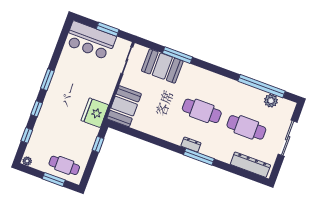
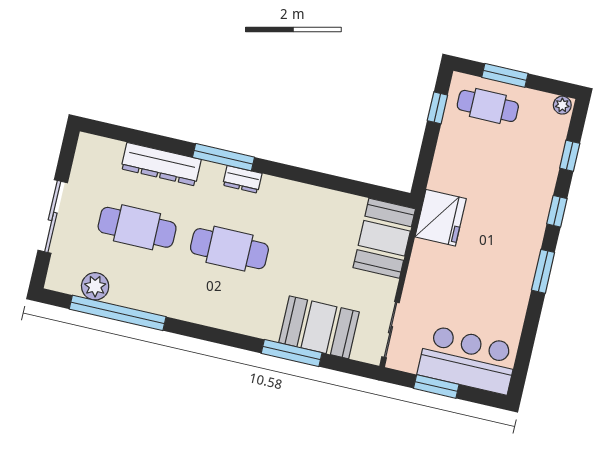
window: (98, 144) -> (437, 108), moved
dresser: (250, 165) -> (161, 164), moved

